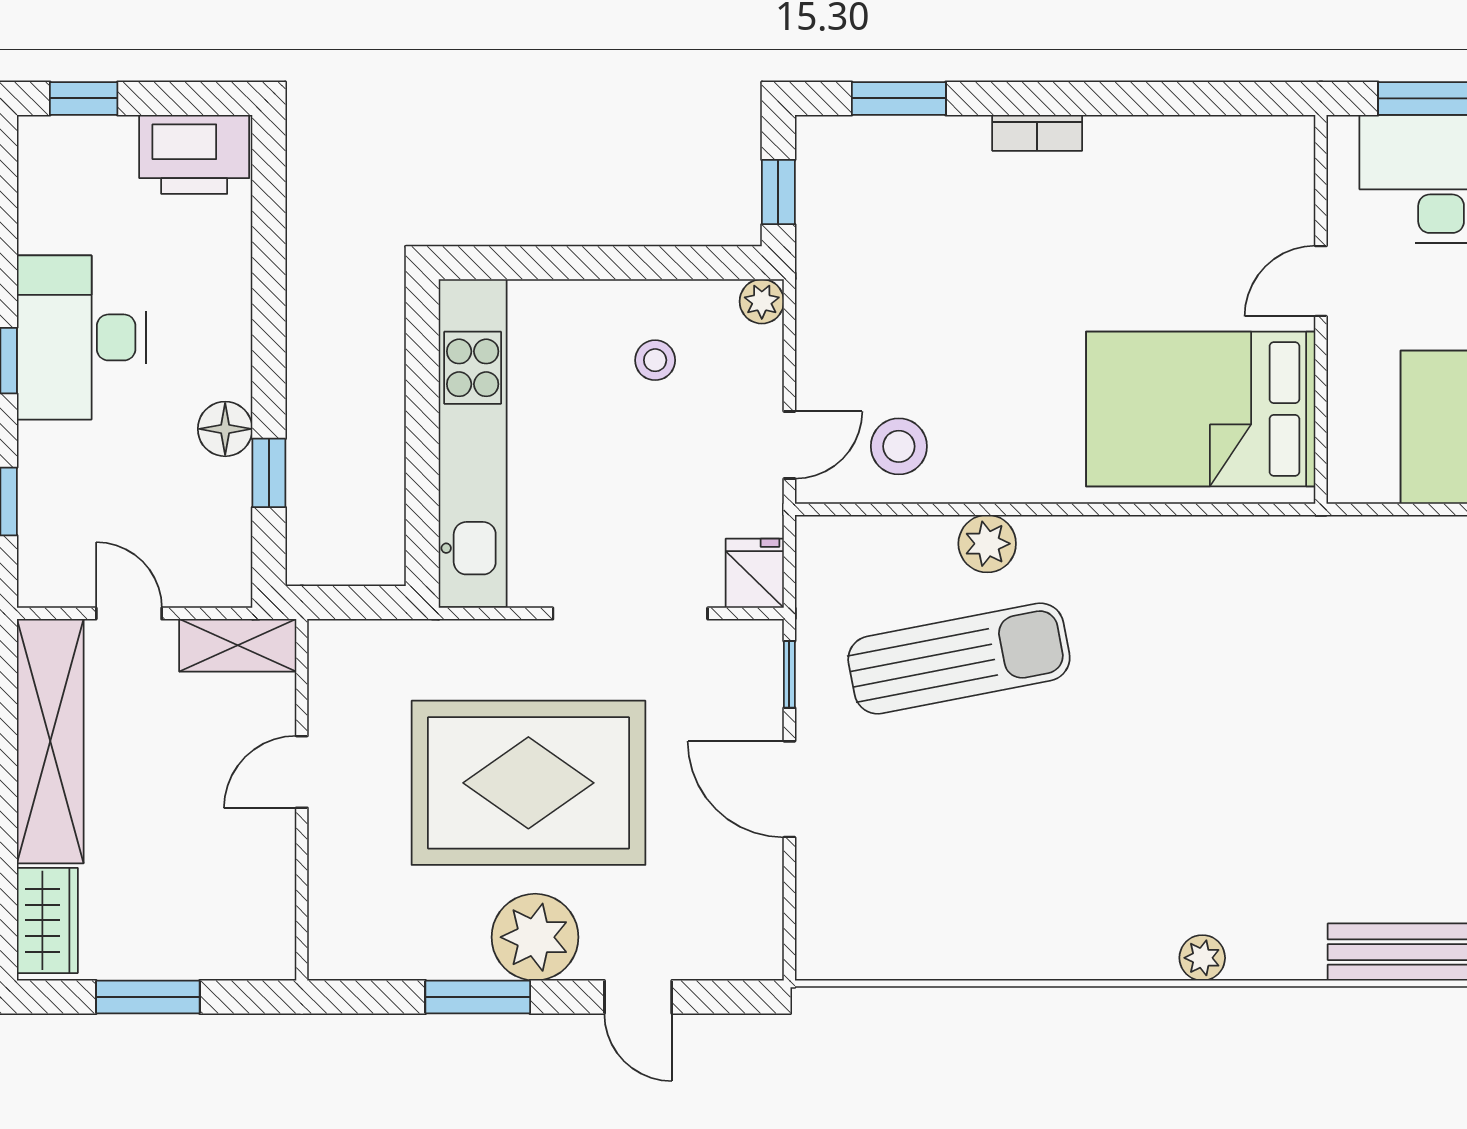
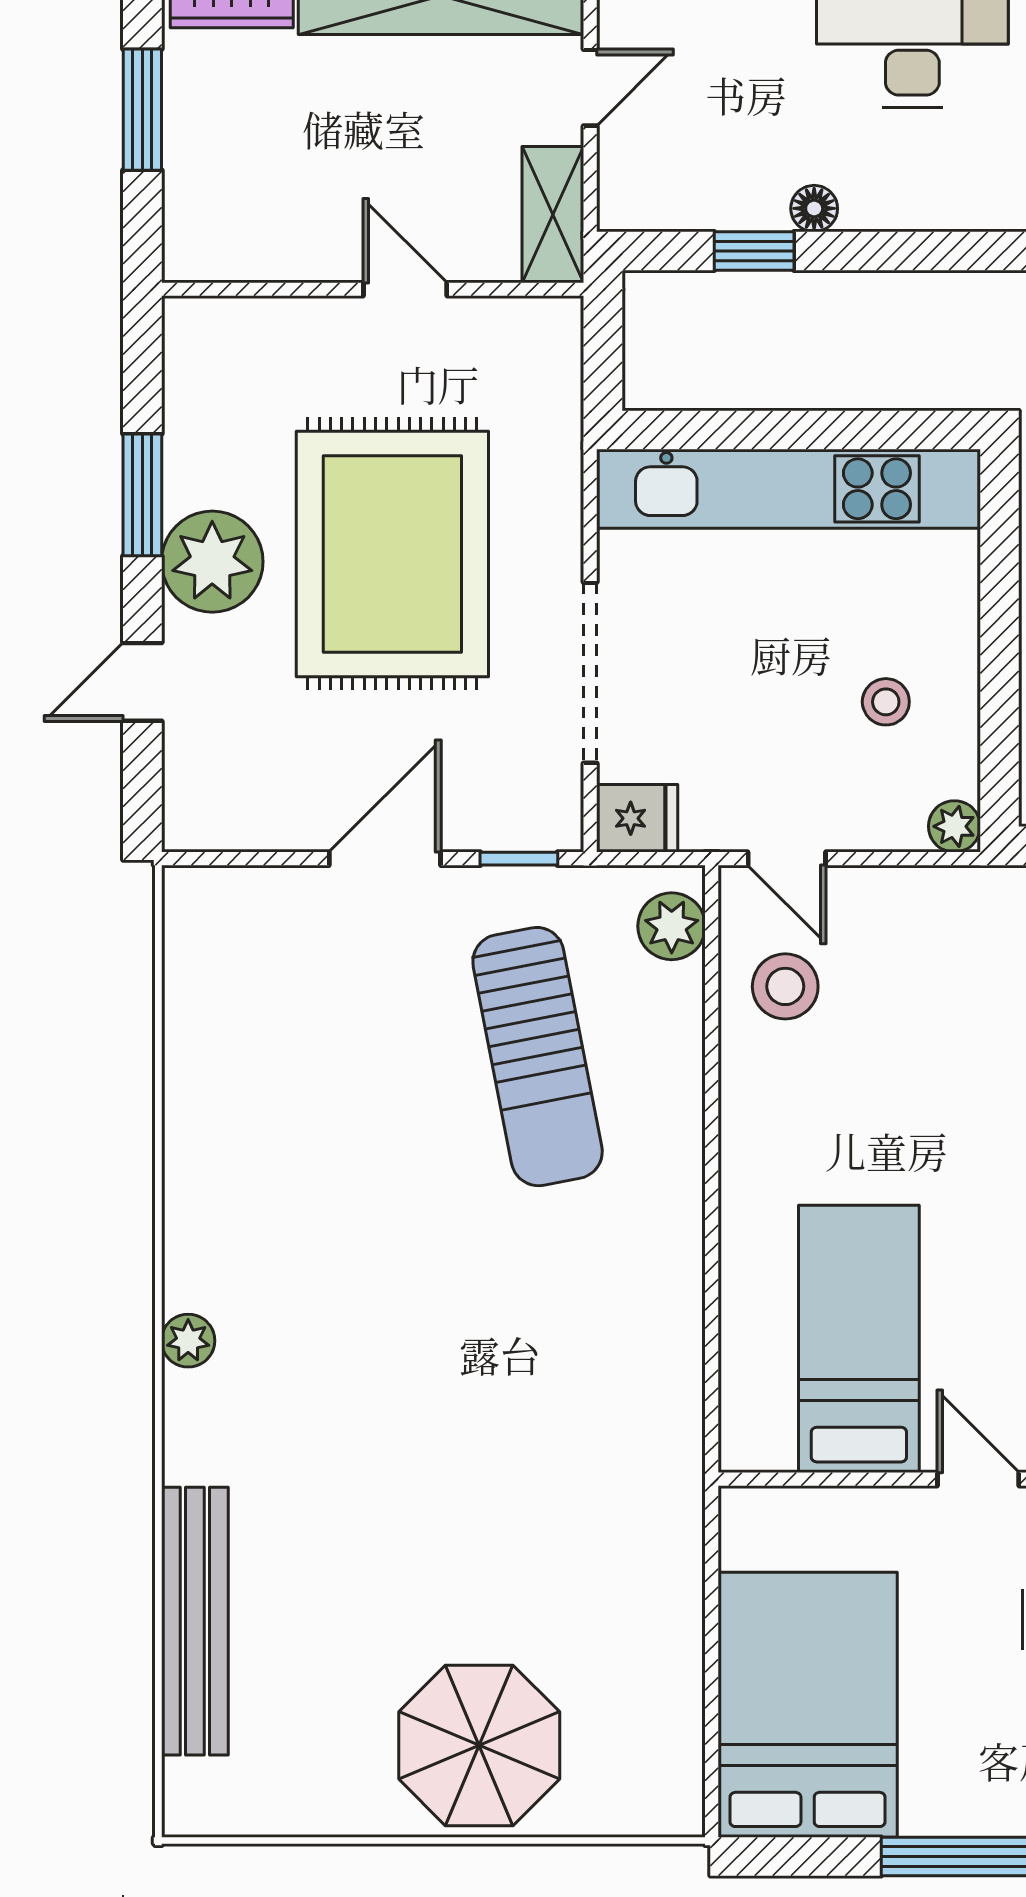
bed: (1201, 409) -> (859, 1339), width x0.67
floor lamp: (225, 429) -> (814, 208), width x0.73, depth x0.73
plant: (987, 544) -> (672, 926), moved

